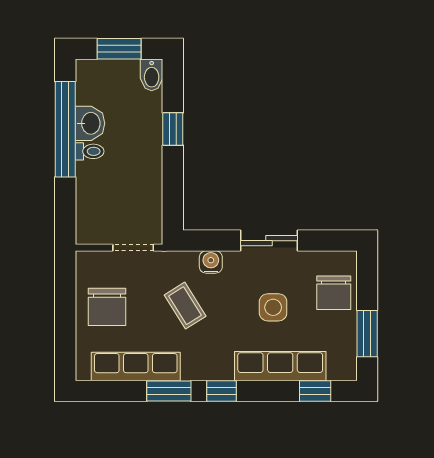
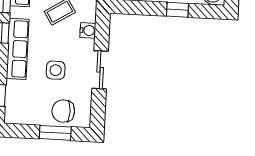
window: (367, 334) -> (55, 133), moved
row of seats: (280, 366) -> (18, 49), moved

